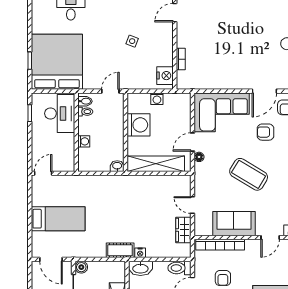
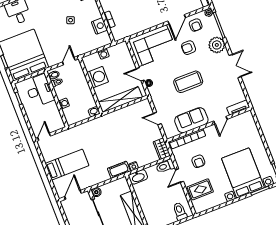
nightstand: (165, 76) -> (99, 26), moved
door: (193, 142) -> (140, 74), hinge flipped
coffee table: (249, 174) -> (188, 82), turned -31
wardrobe: (183, 230) -> (162, 149), moved
door: (51, 259) -> (73, 195), swing flipped

